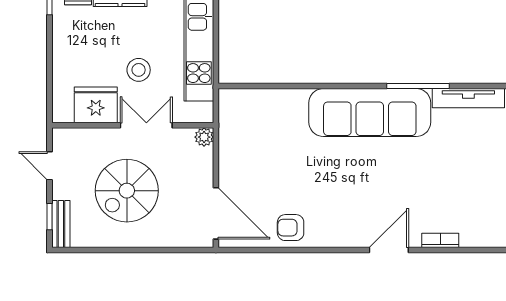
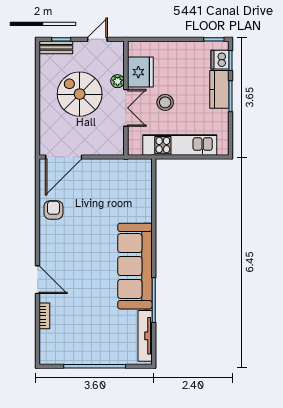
plant: (204, 137) -> (118, 81), moved

